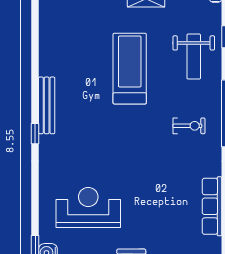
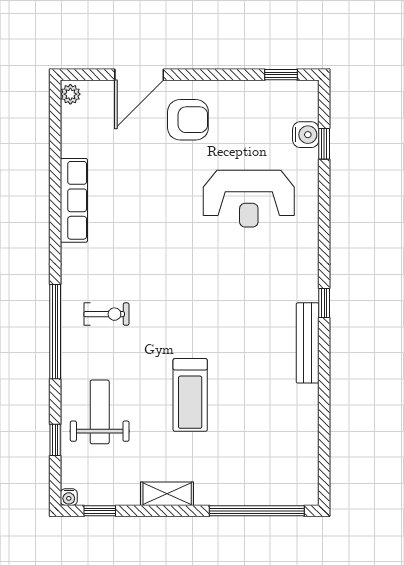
treadmill: (130, 69) -> (190, 395), width x0.73, depth x0.73
exercise bike: (189, 126) -> (106, 314), turned 180

